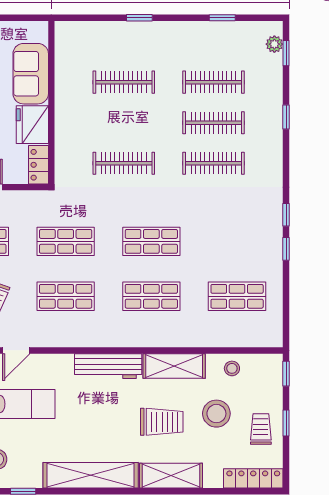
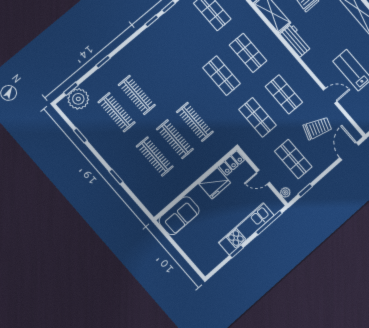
plant: (274, 44) -> (78, 99), width x1.87, depth x1.87
sofa: (31, 74) -> (179, 216), moved
clothes rail: (214, 163) -> (175, 139), moved
workbench: (108, 366) -> (296, 41), width x0.73

